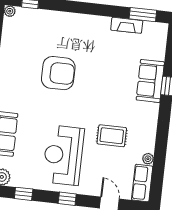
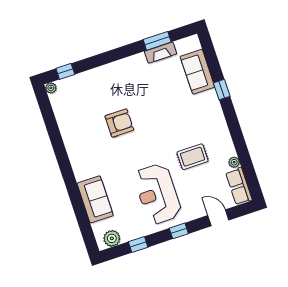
window: (143, 15) -> (157, 41), moved
armchair: (58, 73) -> (119, 123), width x0.73, depth x0.73
sofa: (150, 81) -> (197, 72), moved

